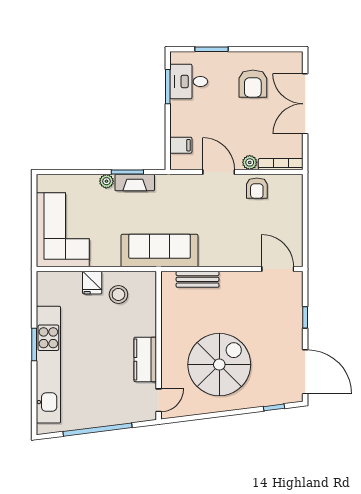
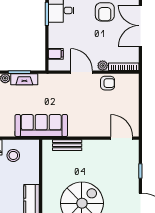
armchair: (257, 188) -> (108, 83), turned -90

